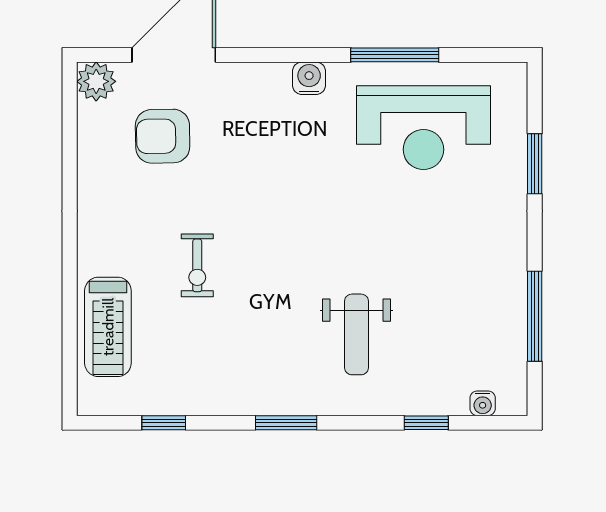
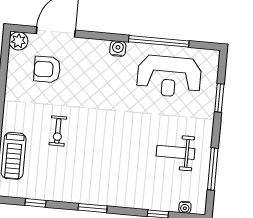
window: (395, 55) -> (159, 41), width x1.46
weight bench: (356, 334) -> (176, 152), moved, turned 90

